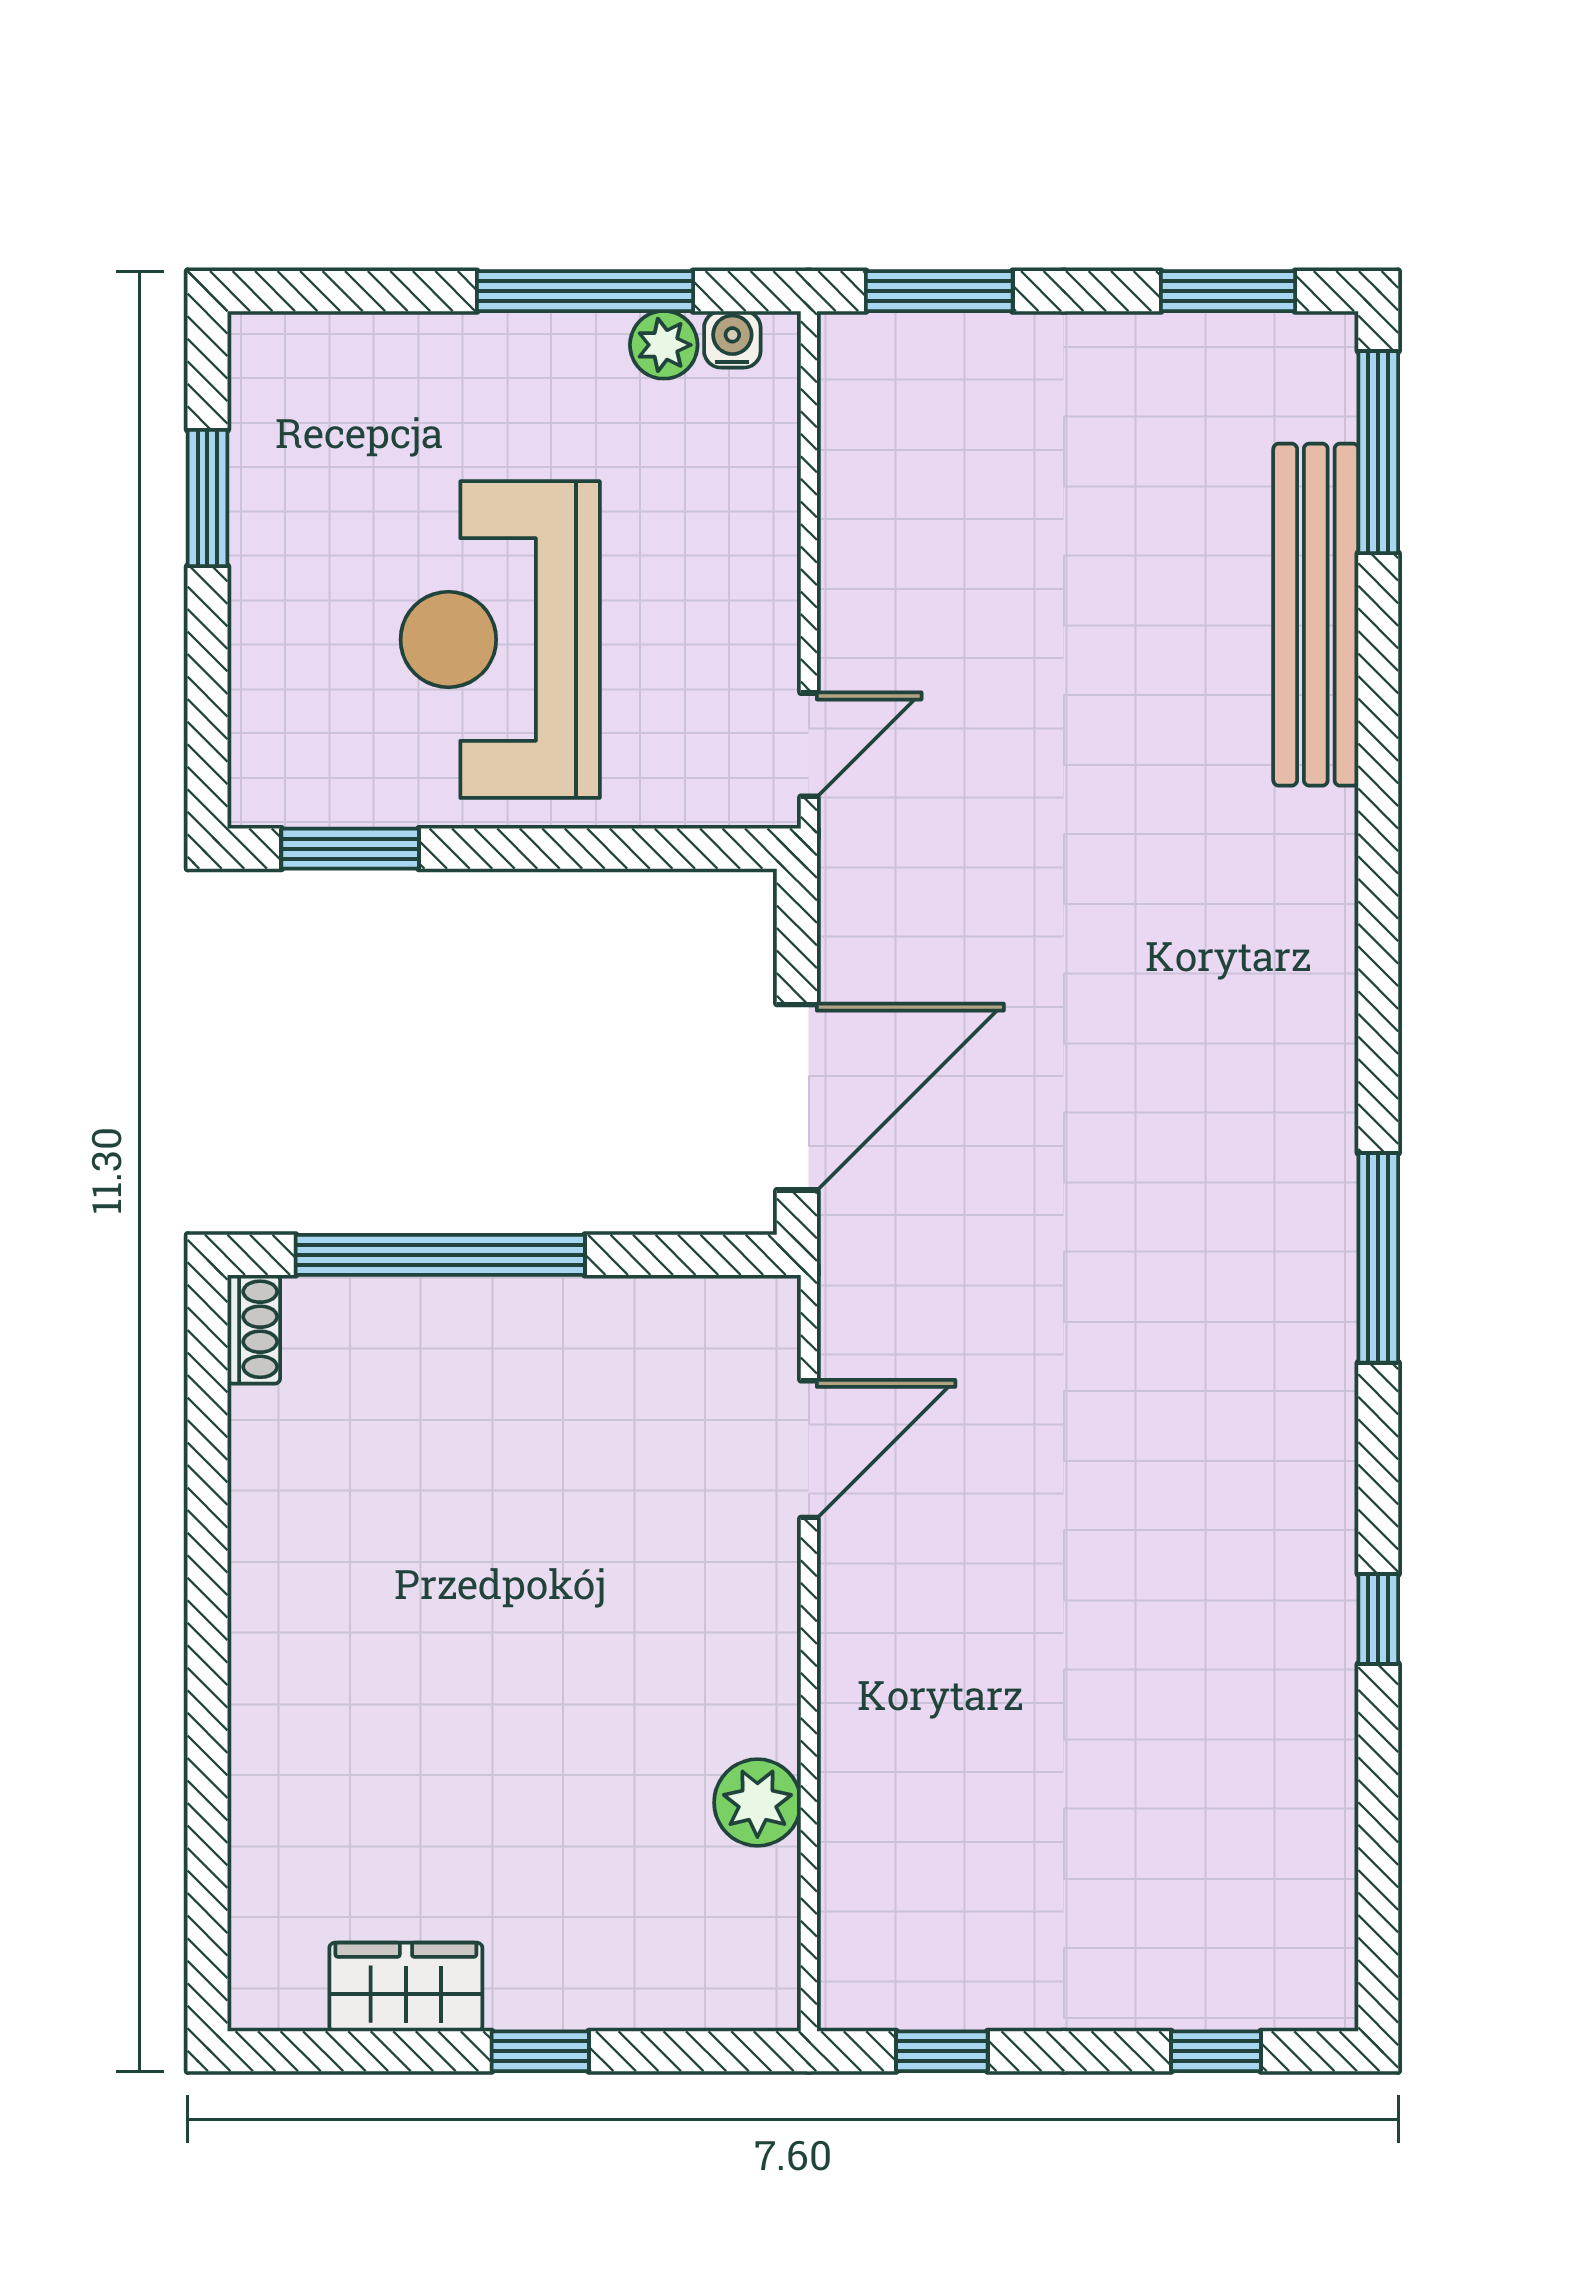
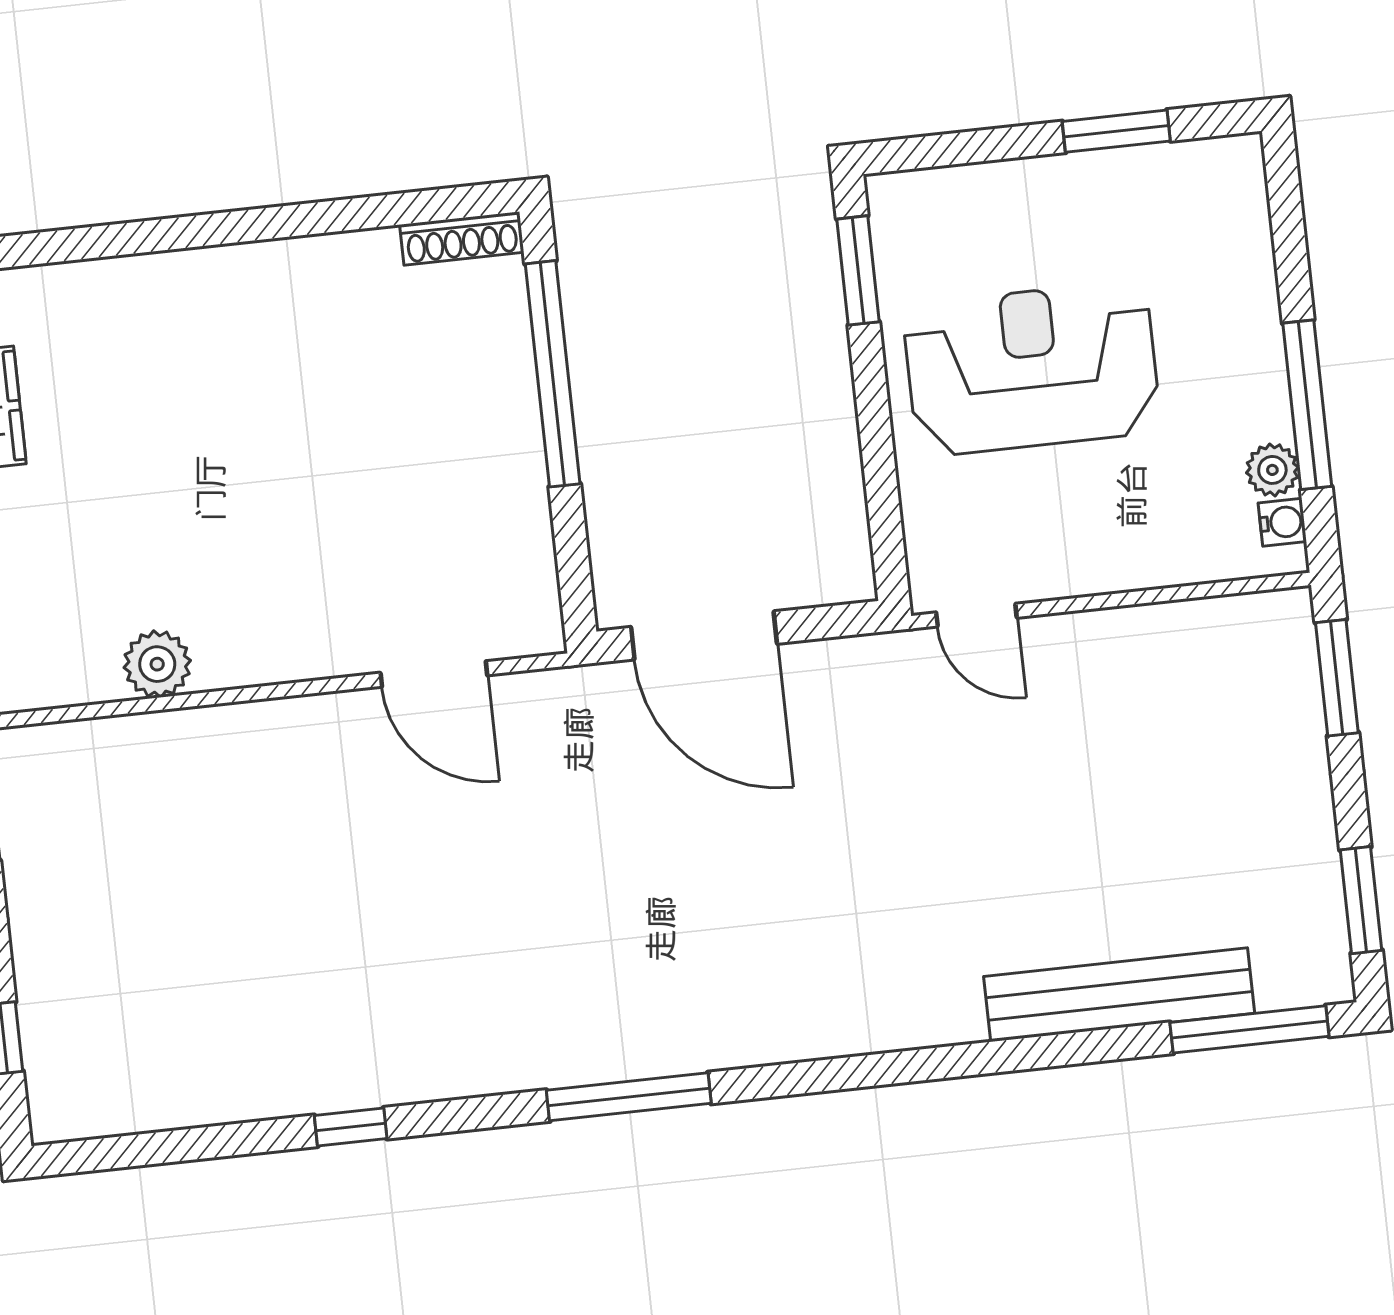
shoe rack: (254, 1329) -> (462, 238), width x1.43

